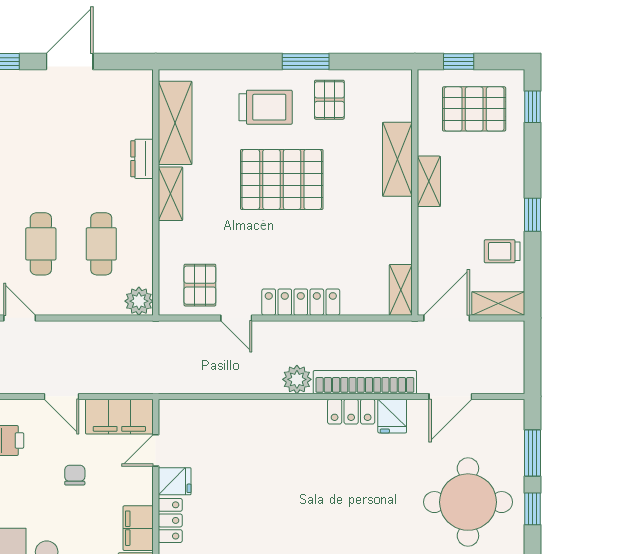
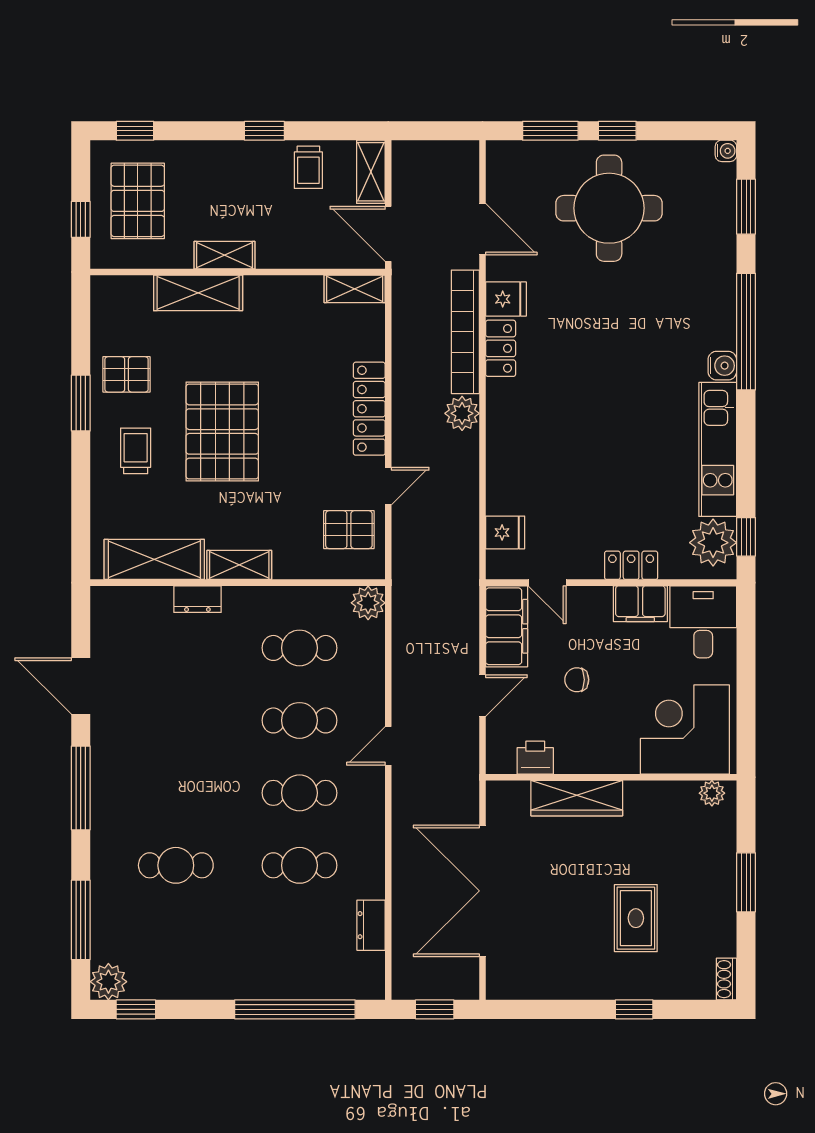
trolley: (266, 107) -> (136, 451), width x0.73, depth x0.72
fridge: (175, 481) -> (505, 532), moved, turned 90

